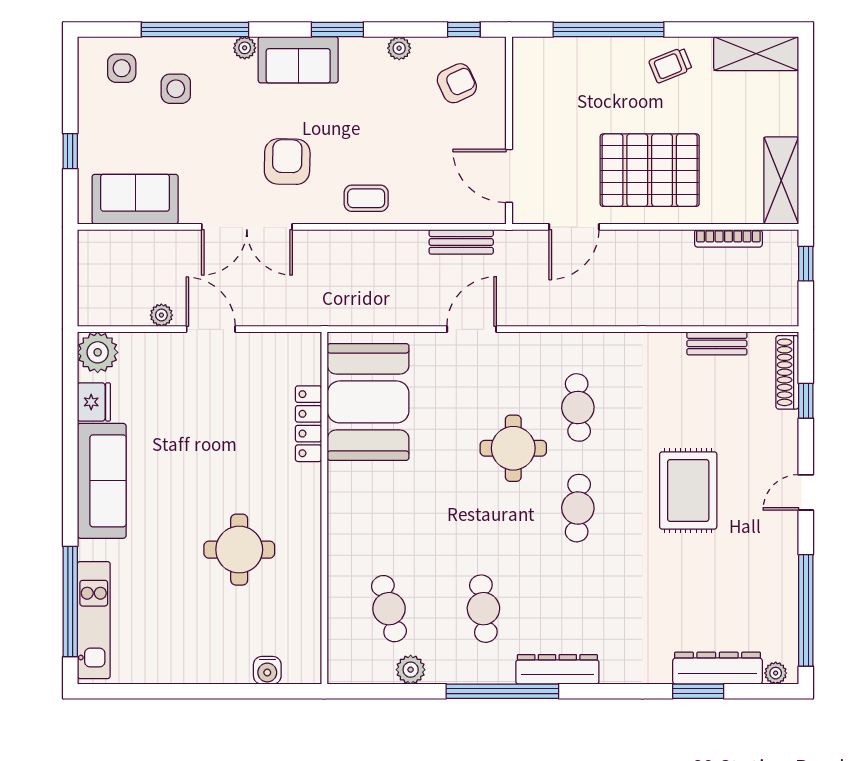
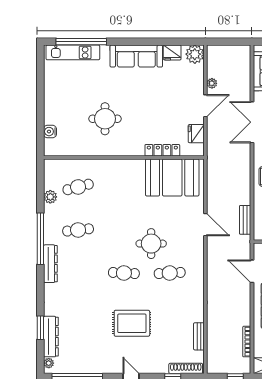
fridge: (272, 349) -> (196, 134), added

